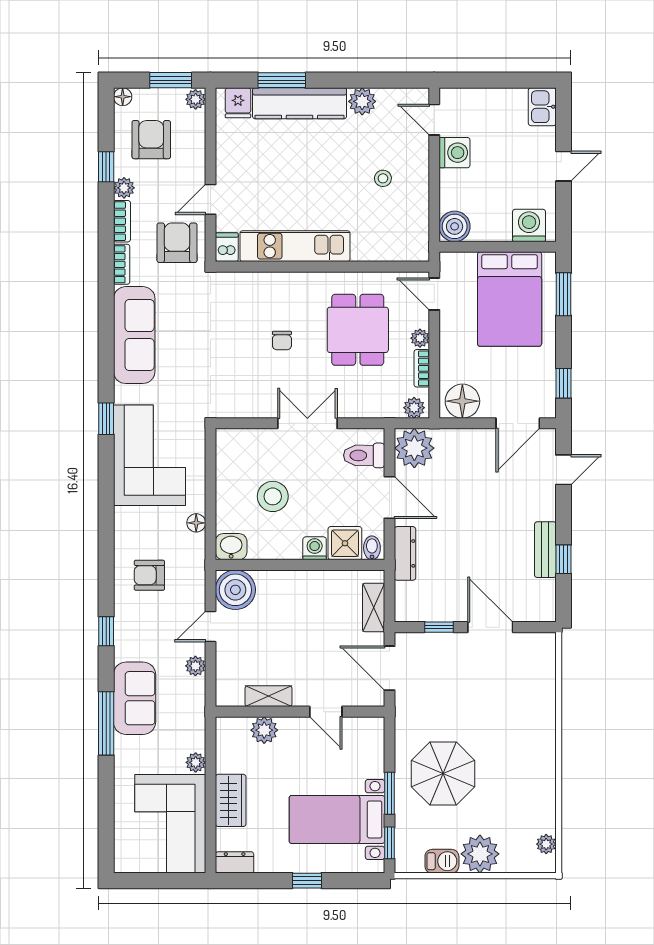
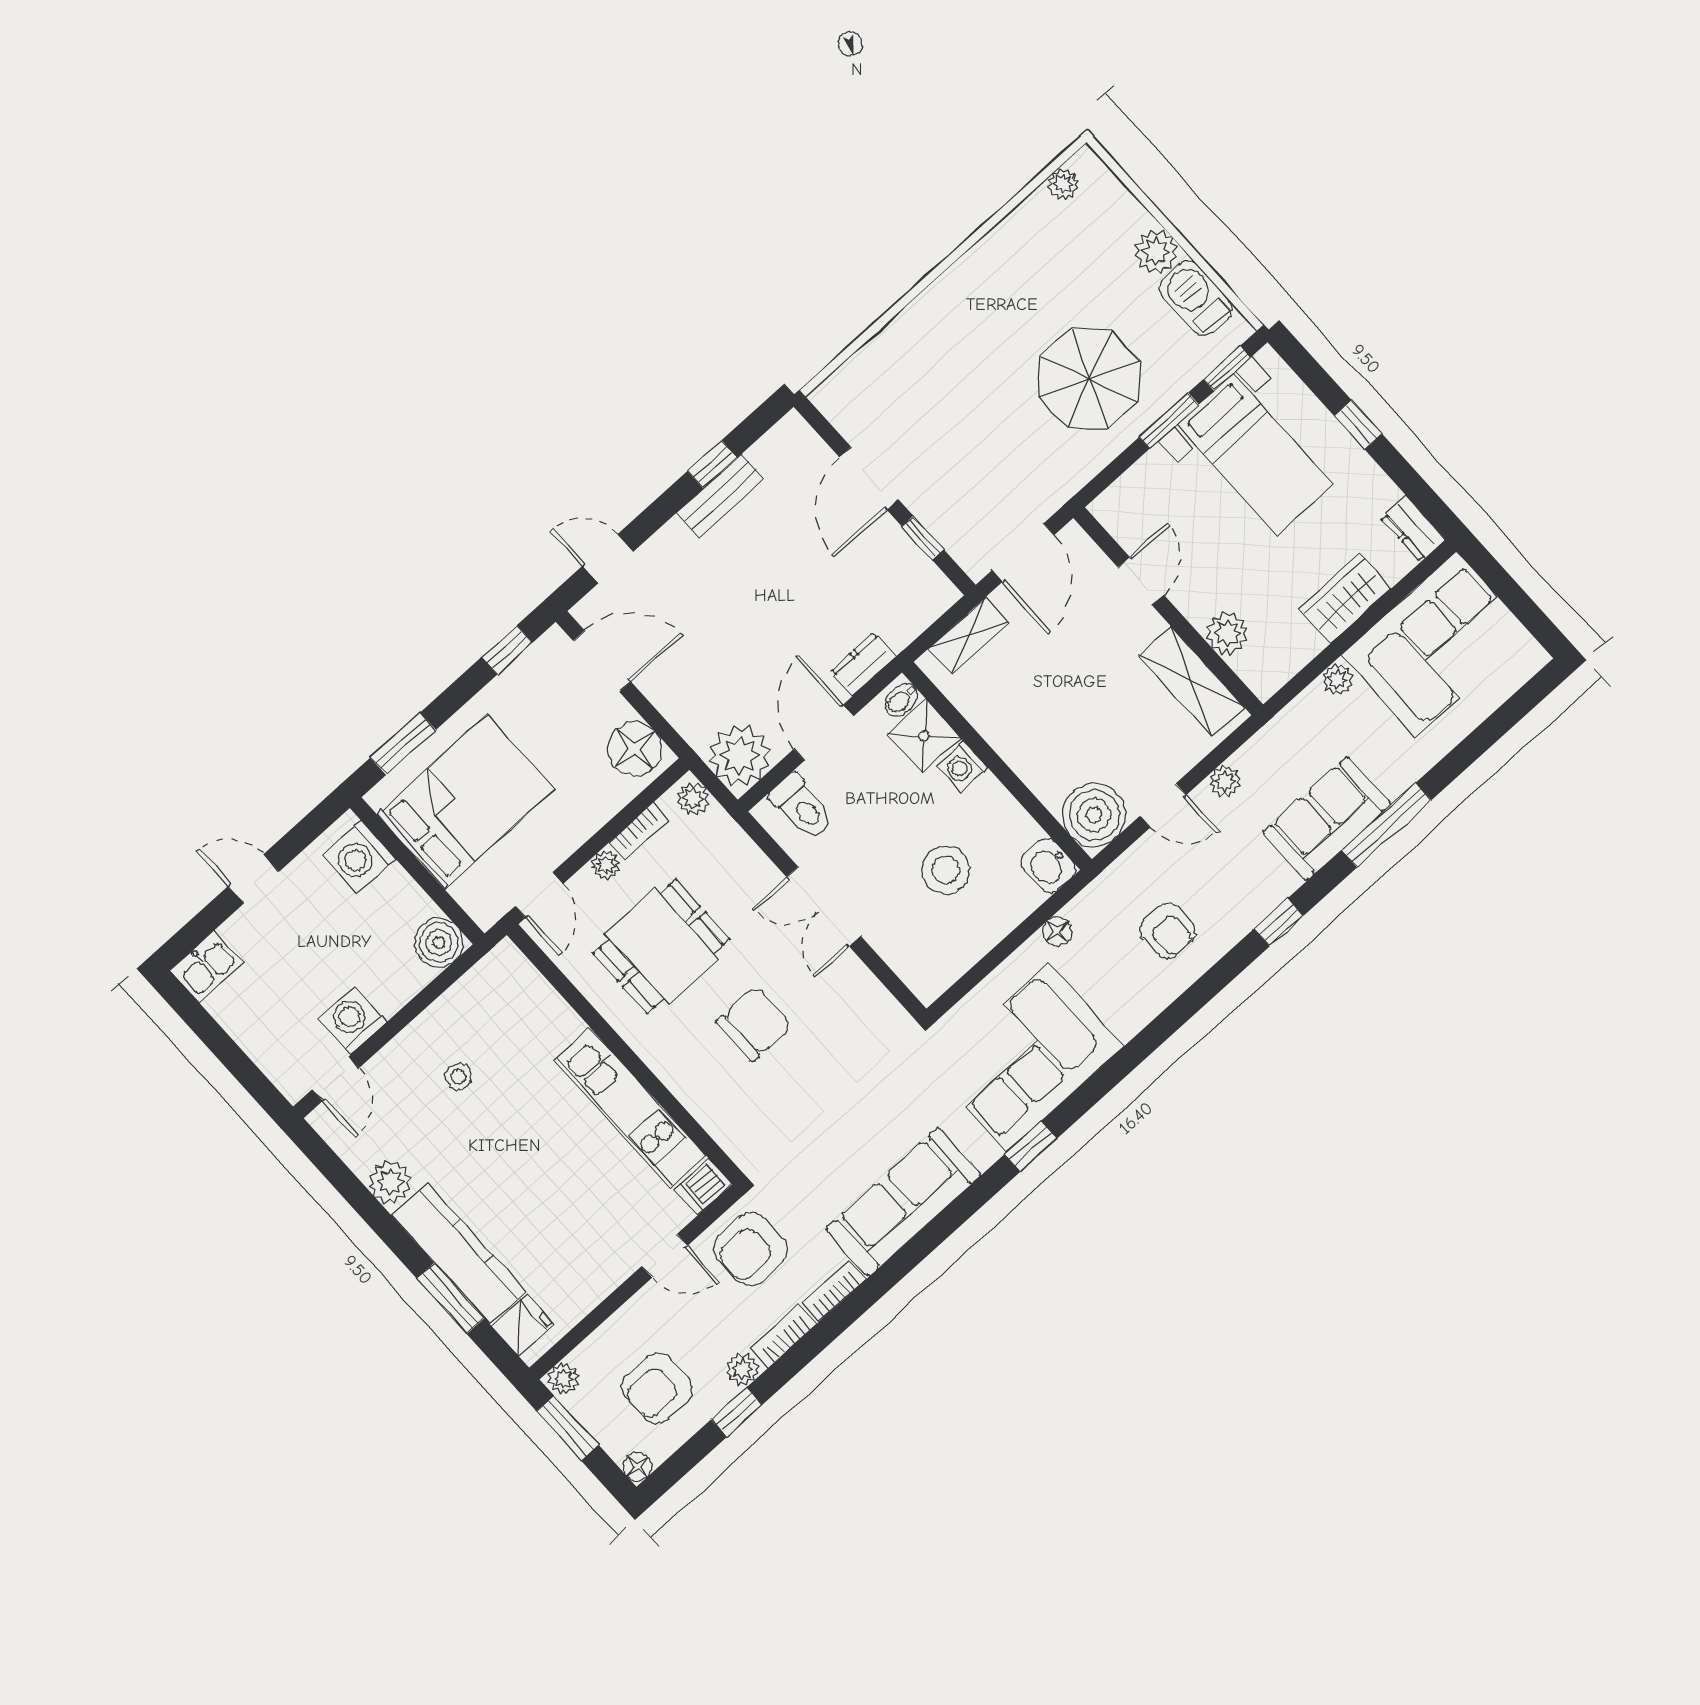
chair: (282, 340) -> (754, 1024), width x1.87, depth x1.87
dresser: (405, 553) -> (863, 664), width x0.70
shelving: (269, 696) -> (1191, 682), width x1.50, depth x1.33
plant: (480, 854) -> (1156, 252), width x0.73, depth x0.73
barbecue: (442, 861) -> (1196, 299), width x1.38, depth x1.27

